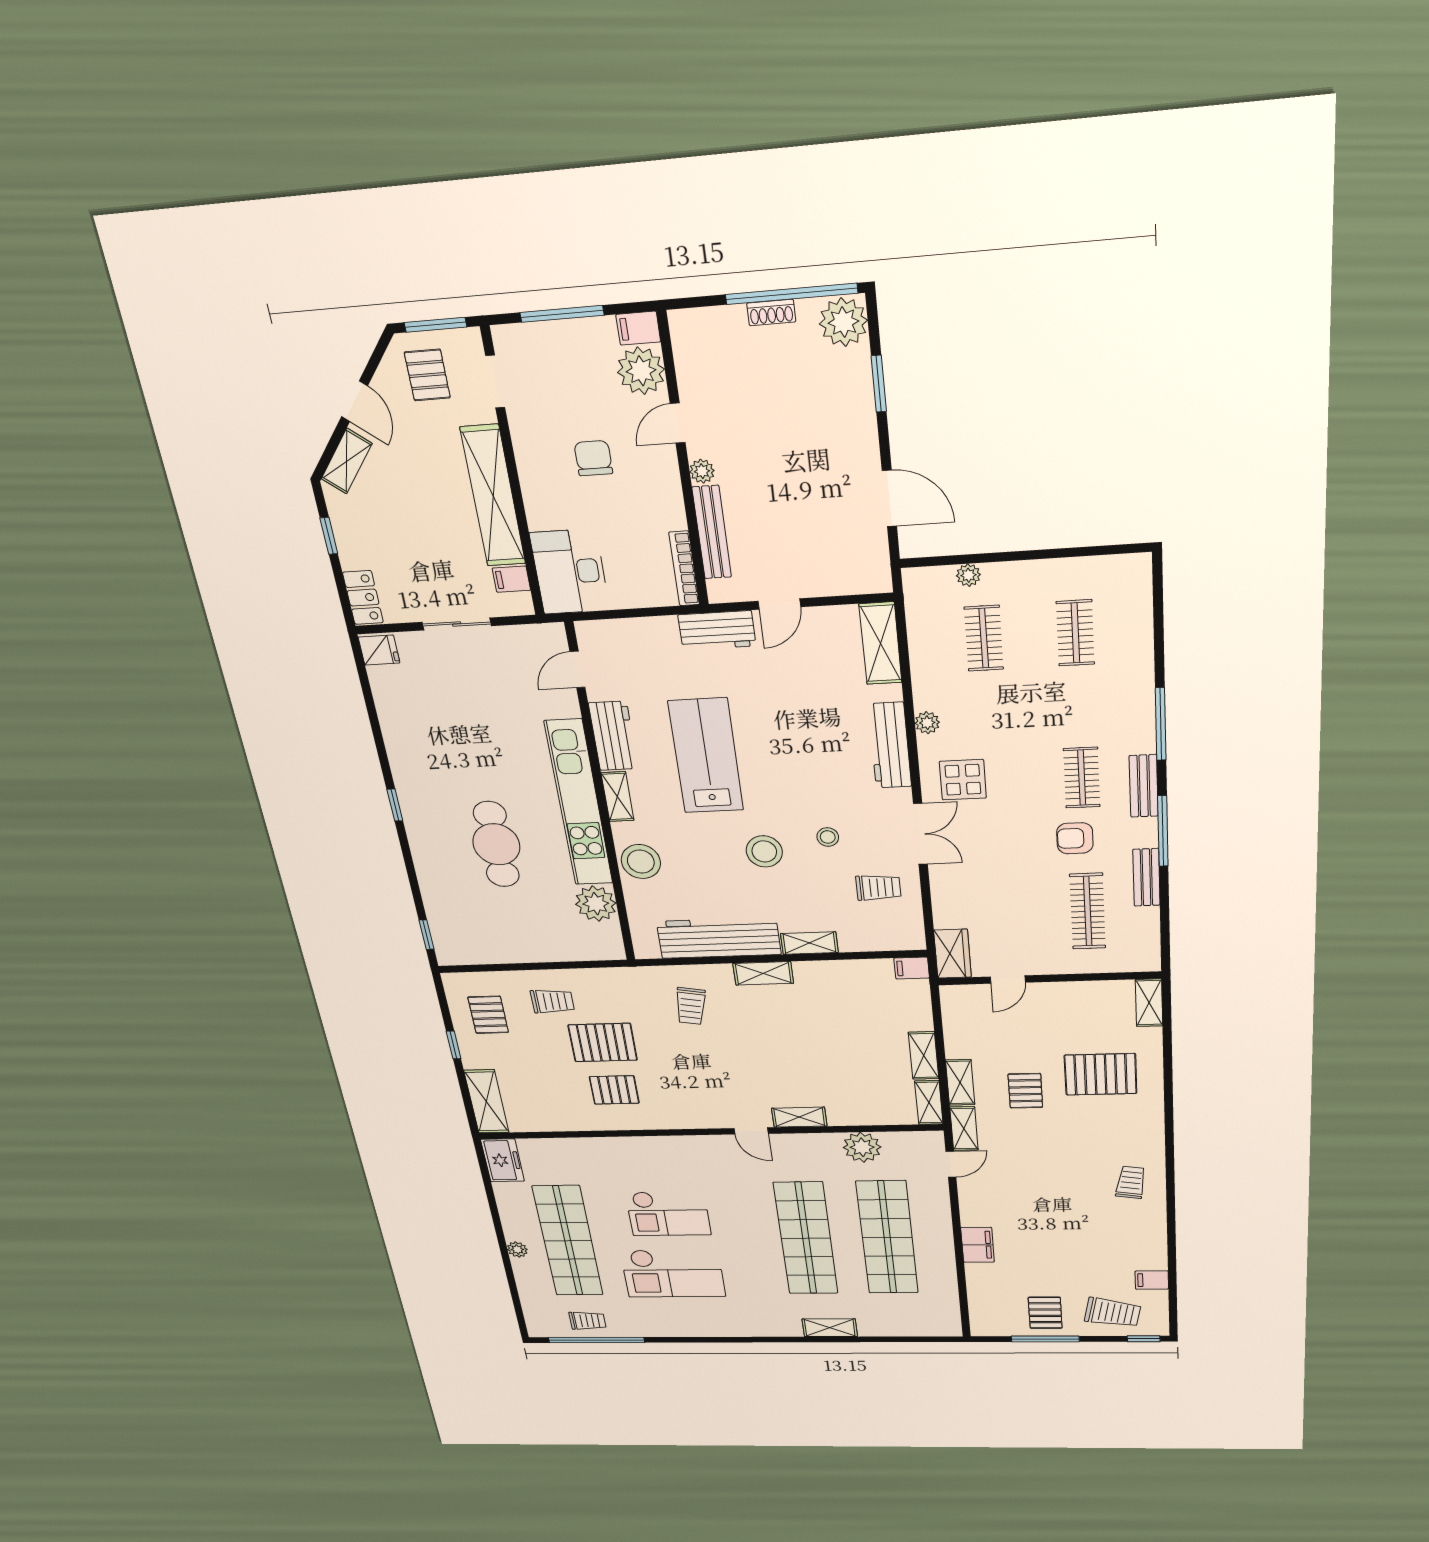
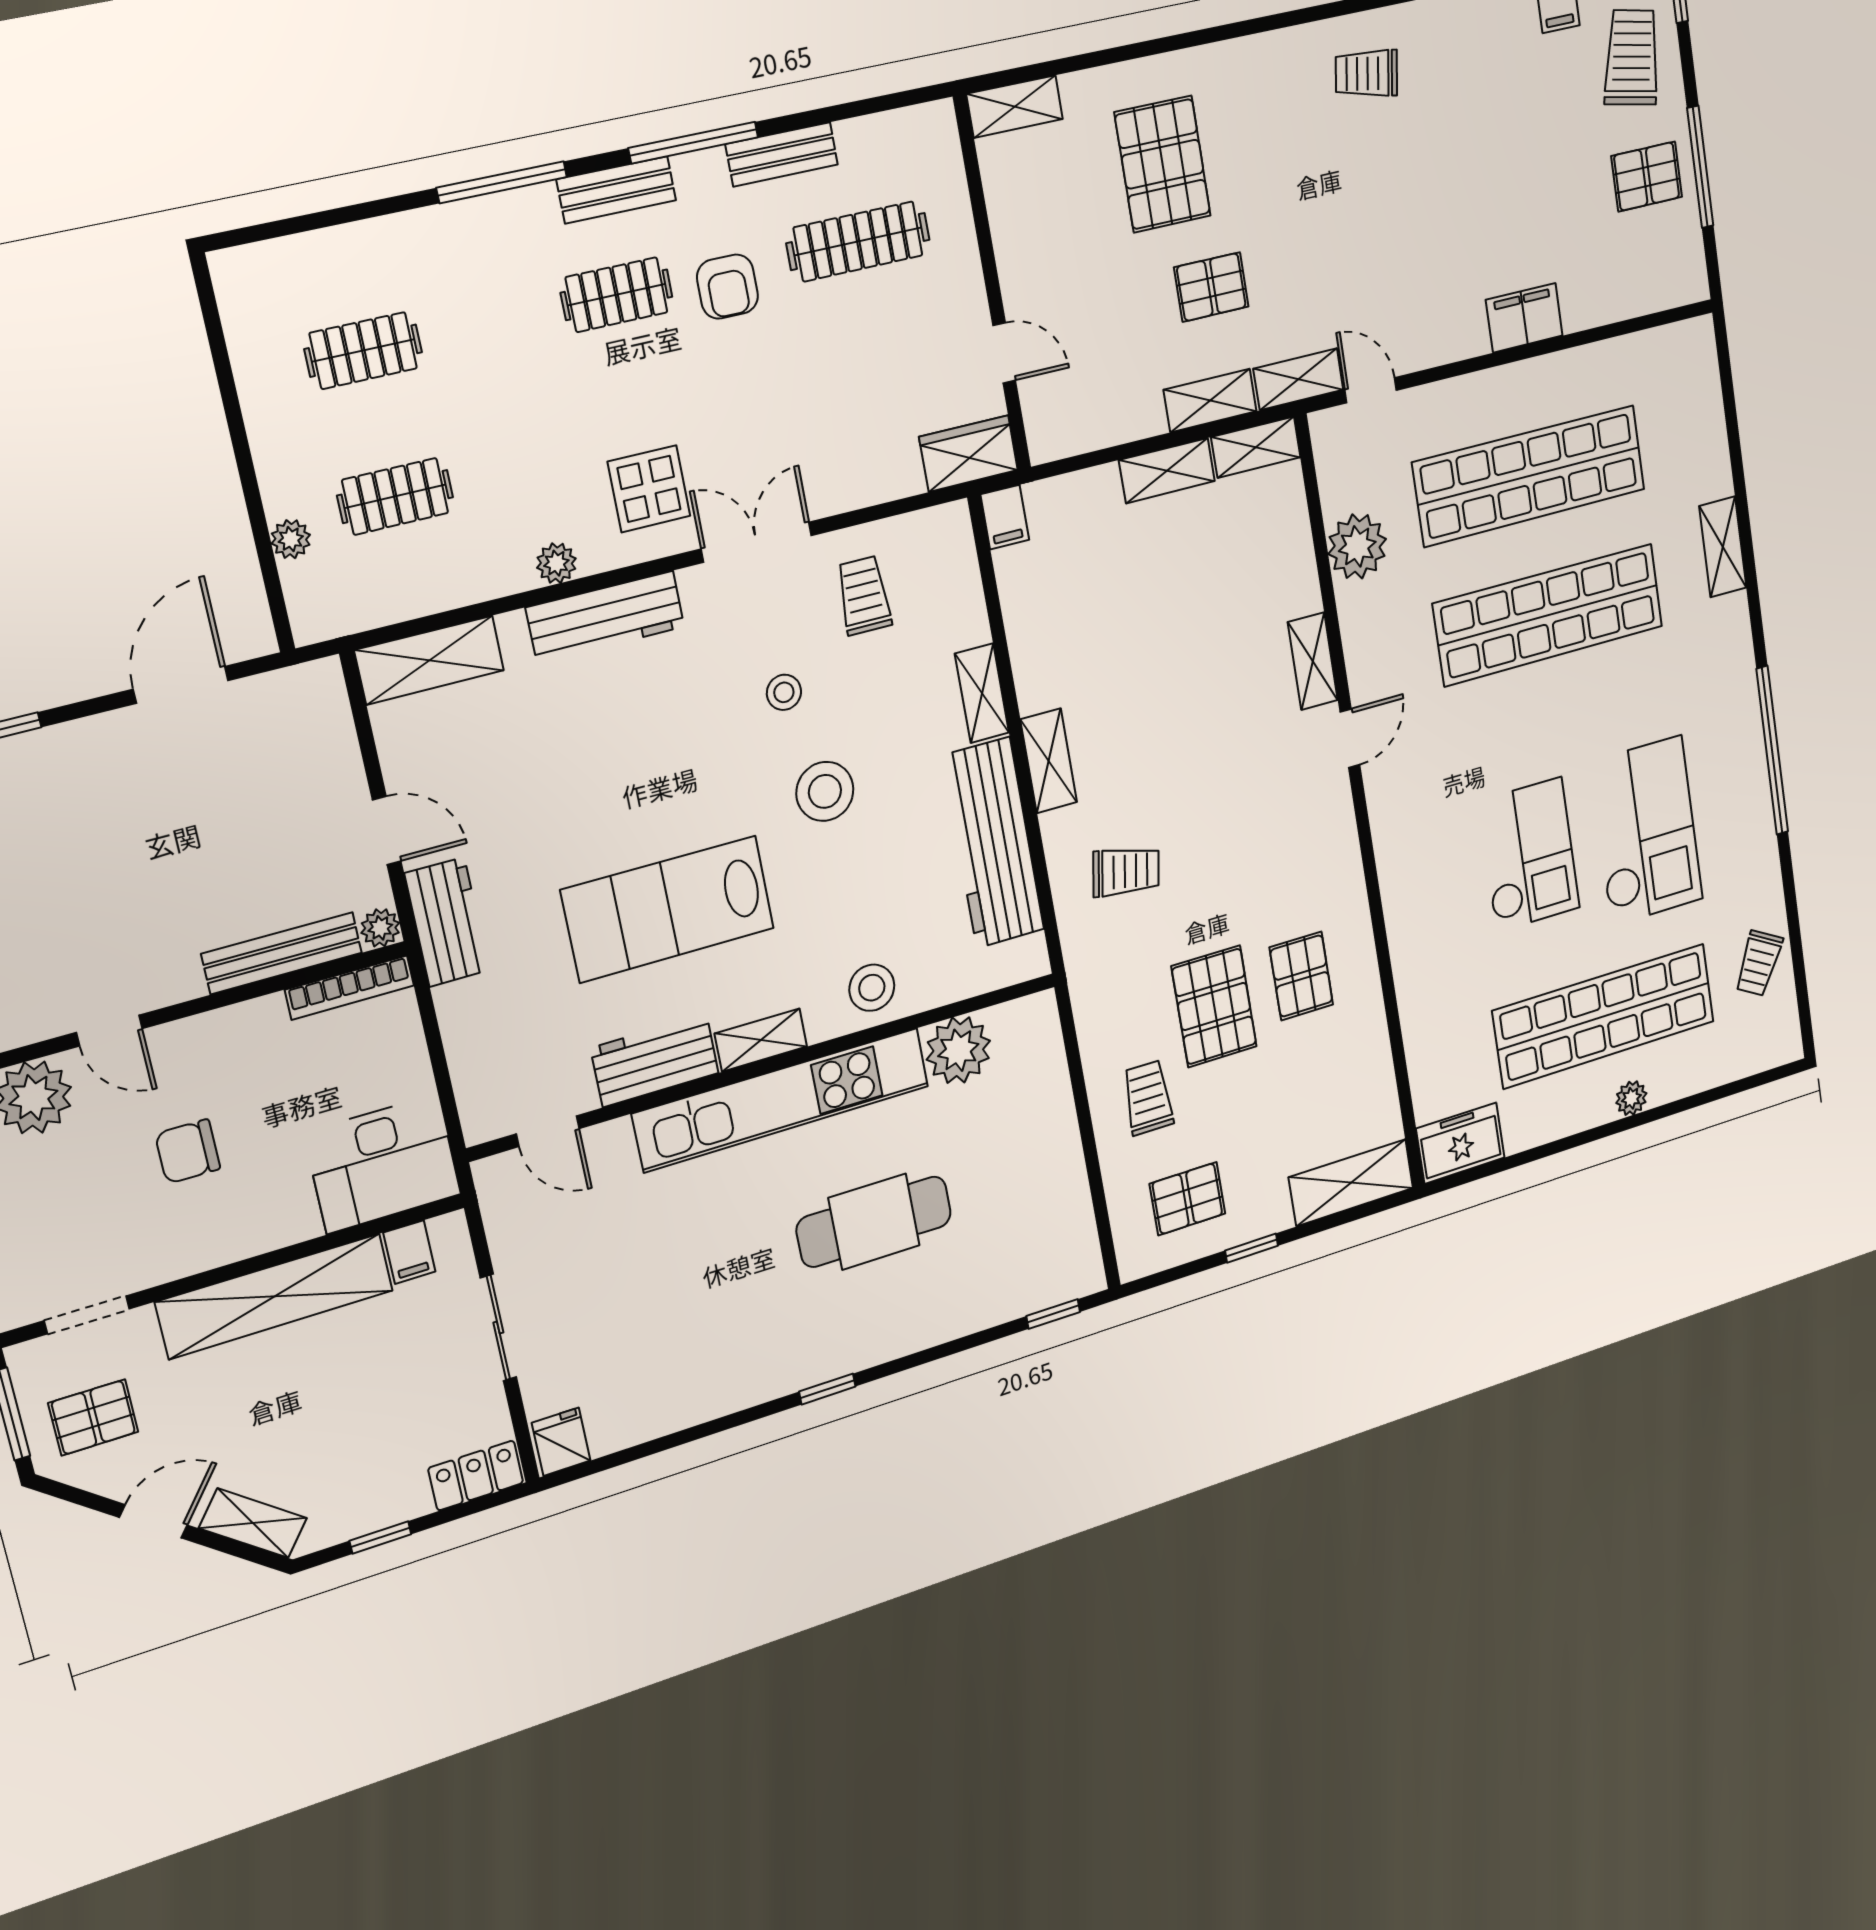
plant: (702, 471) -> (380, 928), moved
stool: (641, 862) -> (872, 988), width x0.73, depth x0.73
trolley: (588, 1321) -> (1759, 963), turned -152
window: (596, 1340) -> (1772, 750), moved

